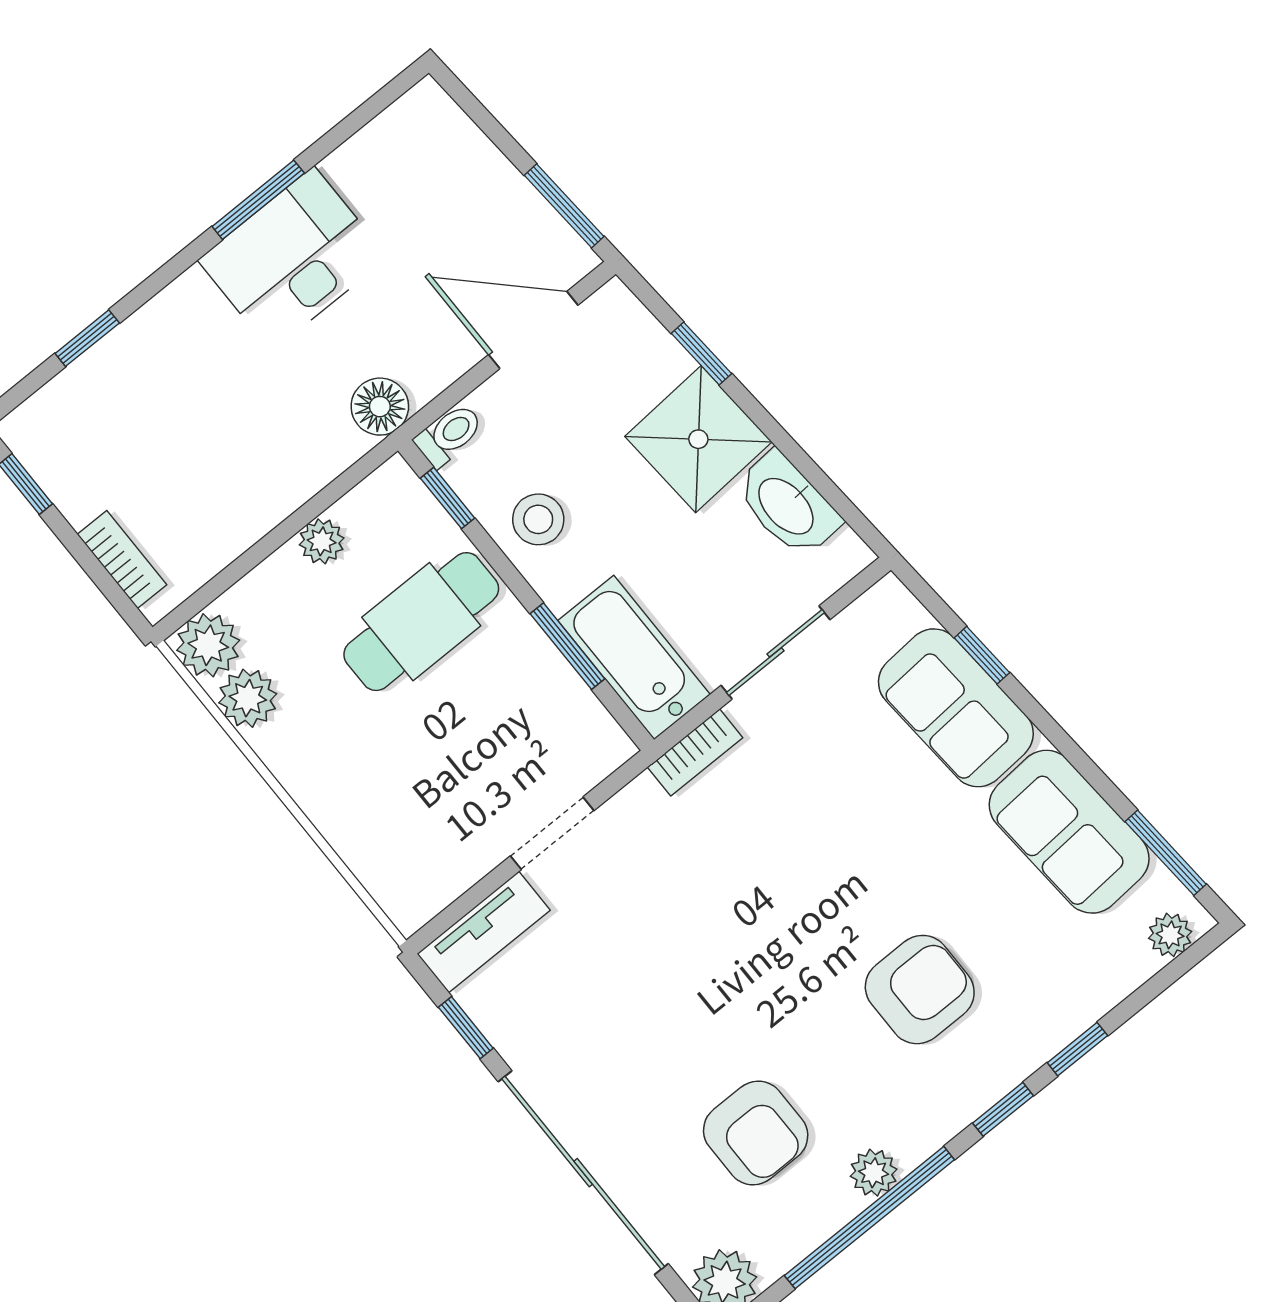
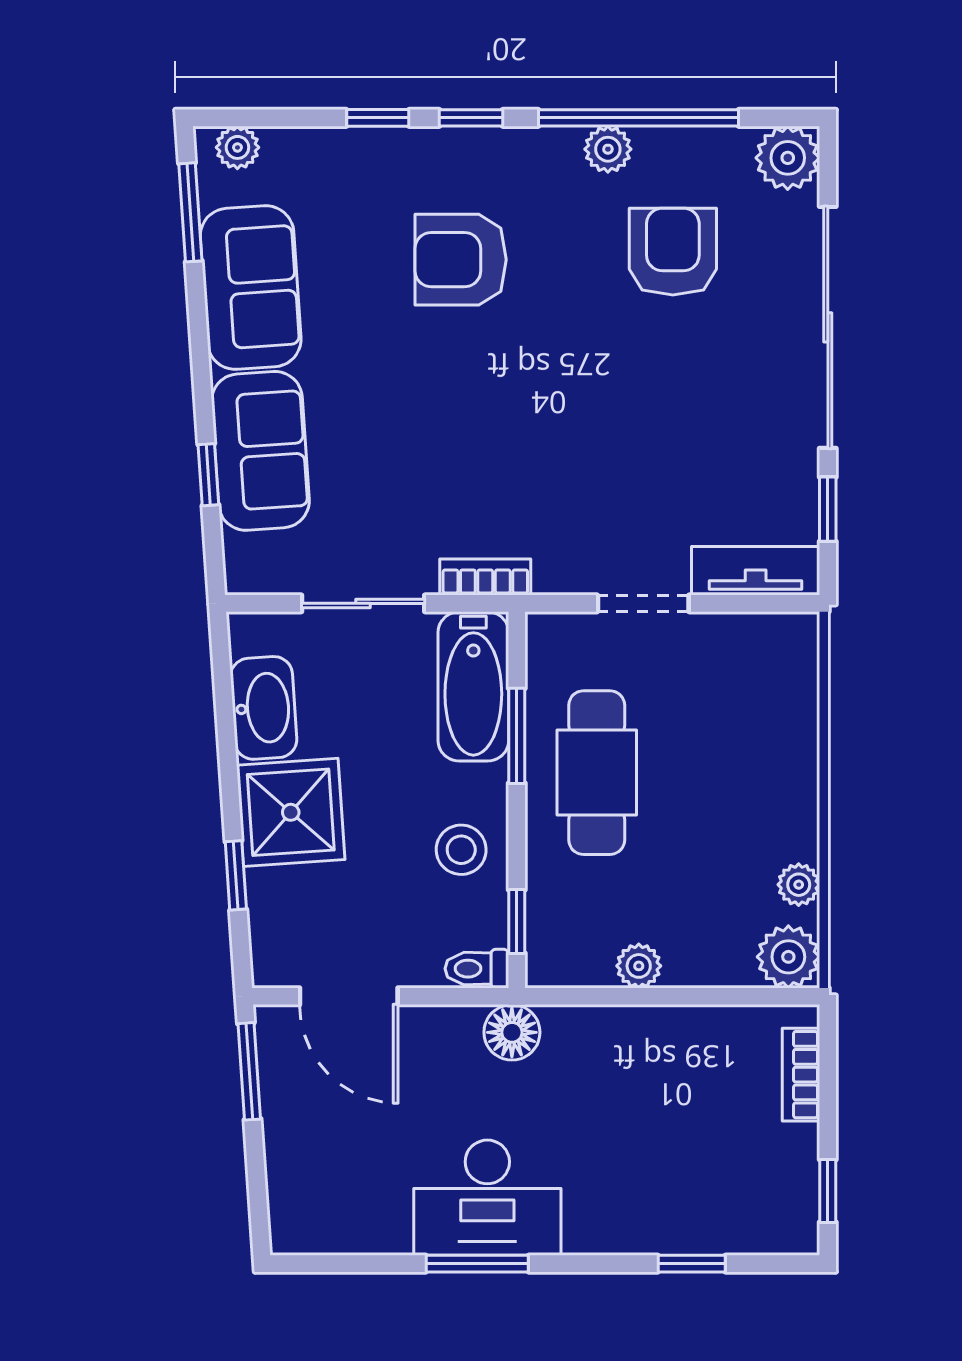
cafe table: (421, 622) -> (597, 773), moved, turned 90
plant: (248, 698) -> (799, 885), width x0.73, depth x0.73

